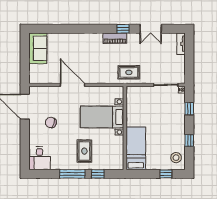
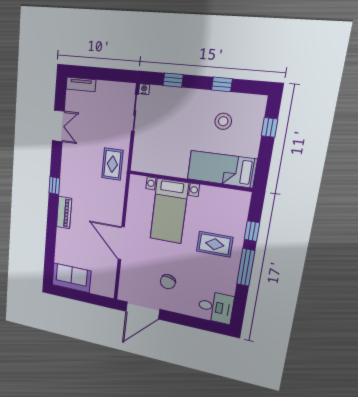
window: (123, 29) -> (54, 186), moved
piano: (115, 38) -> (64, 213), moved
door: (73, 85) -> (121, 243), hinge flipped
stool: (176, 158) -> (223, 121), moved

